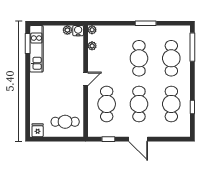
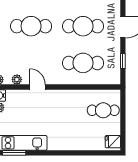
door: (86, 79) -> (37, 87), moved
cafe table: (65, 122) -> (103, 110), turned 90

